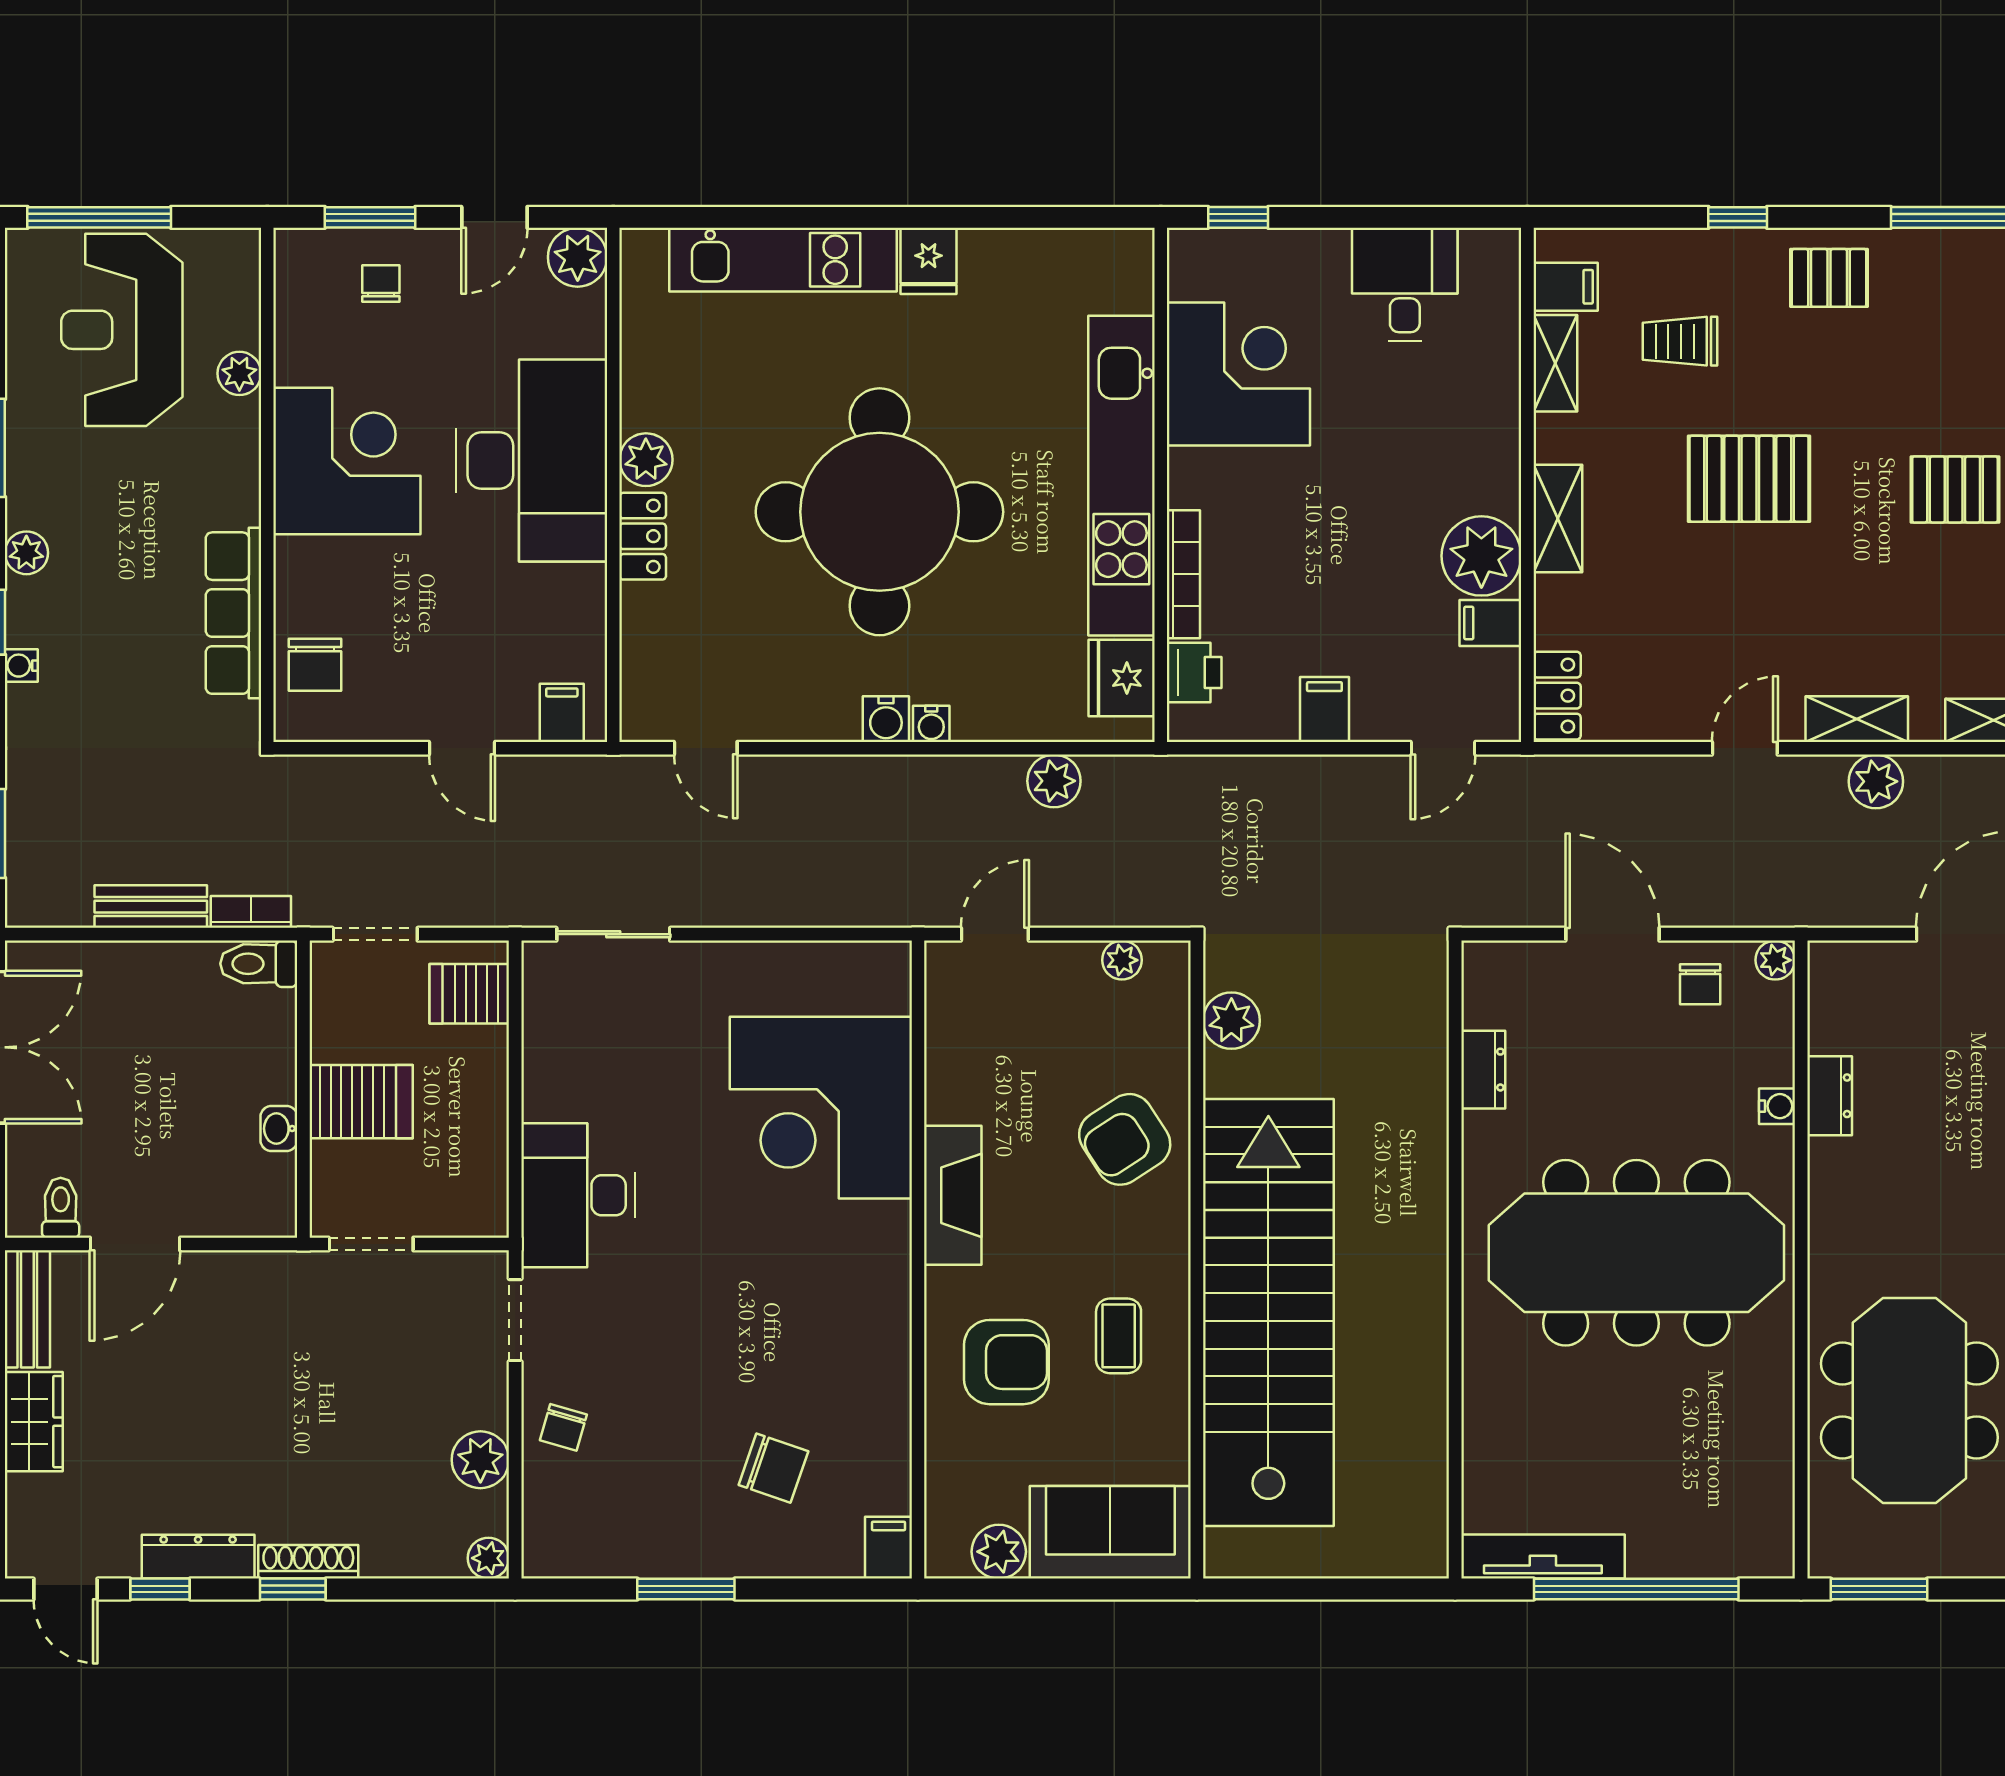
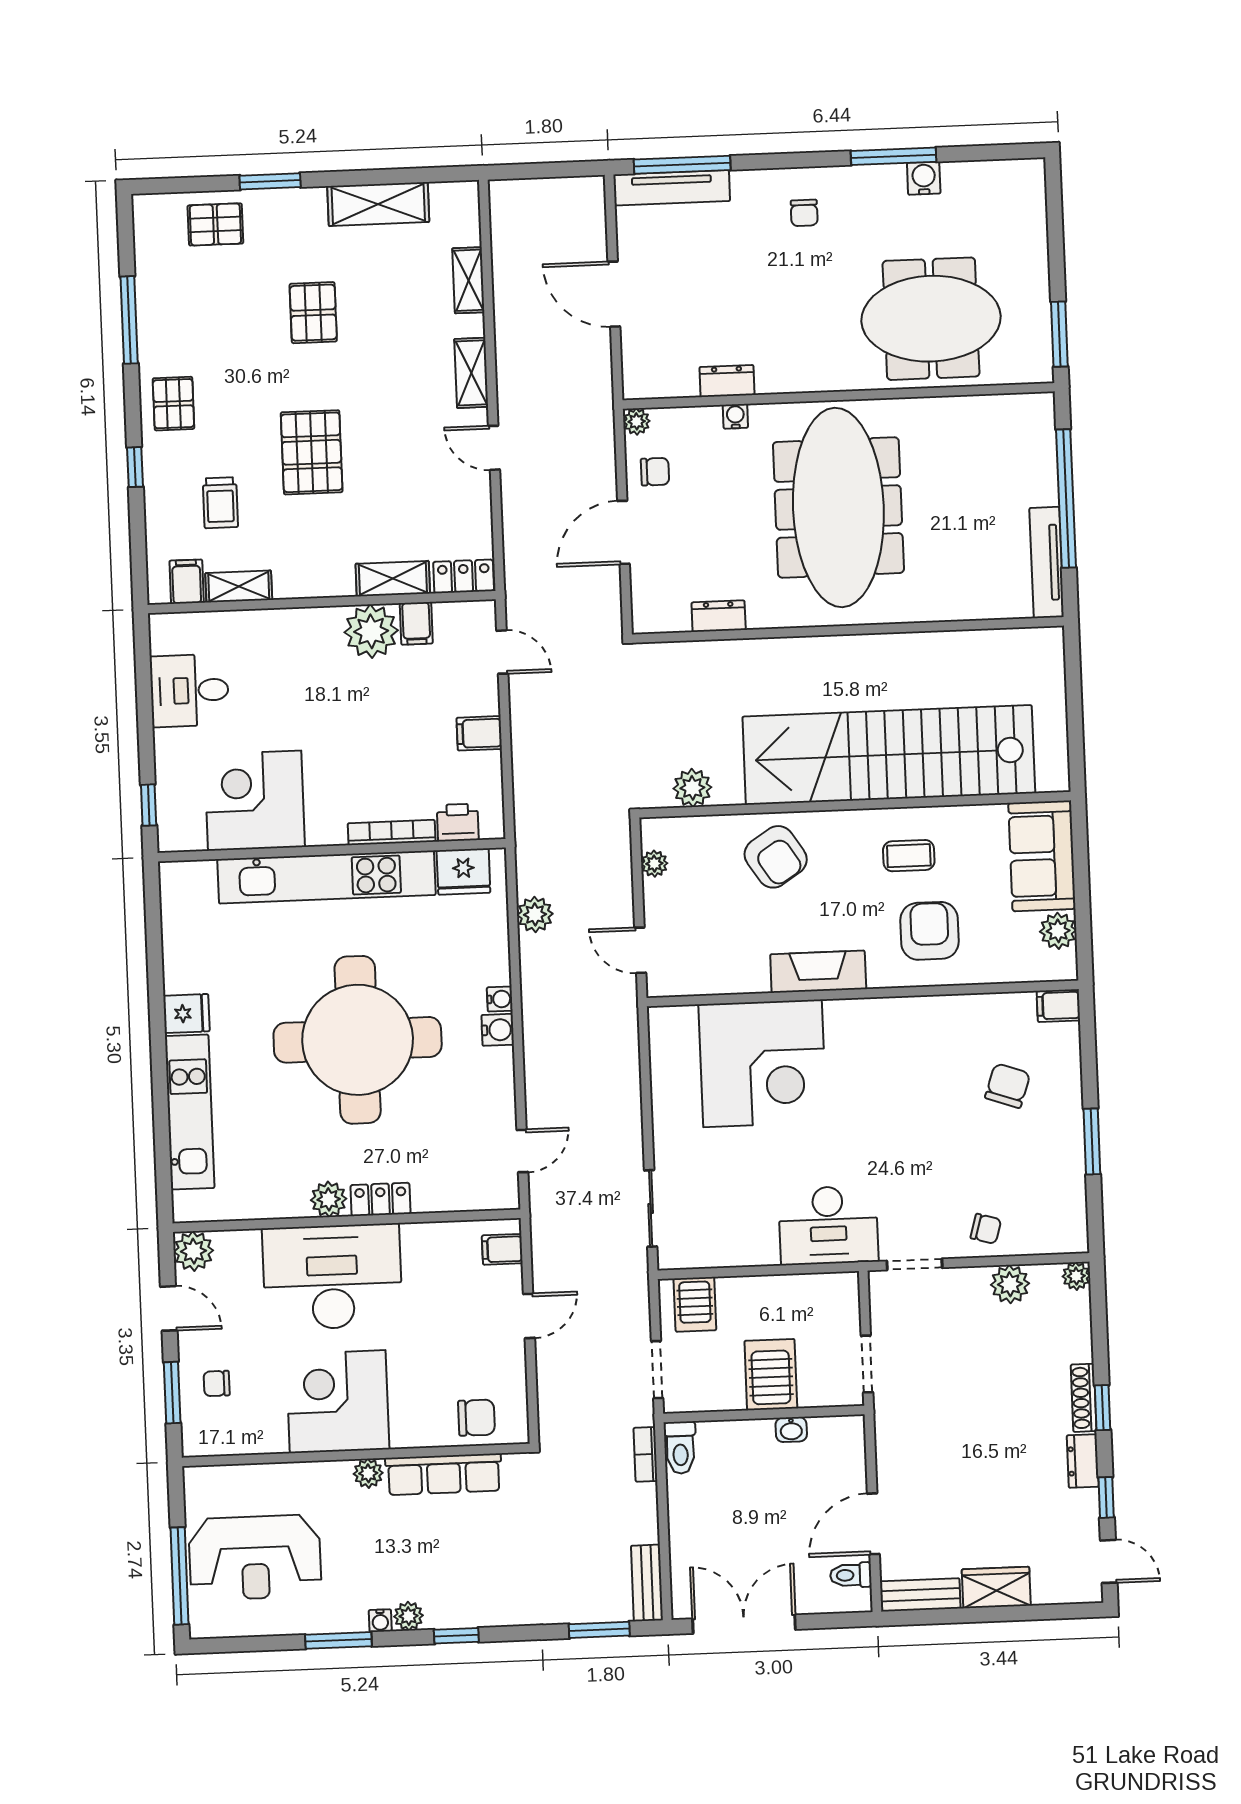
plant: (239, 373) -> (368, 1473), moved
shelving: (1558, 518) -> (393, 579), moved
water cooler: (21, 666) -> (380, 1621), moved
plant: (1876, 781) -> (513, 358), removed
bench: (151, 907) -> (647, 1583), moved
door: (135, 1244) -> (873, 1524), swing flipped
dresser: (198, 1557) -> (1083, 1461), width x0.70
door: (65, 1589) -> (1109, 1561), hinge flipped

